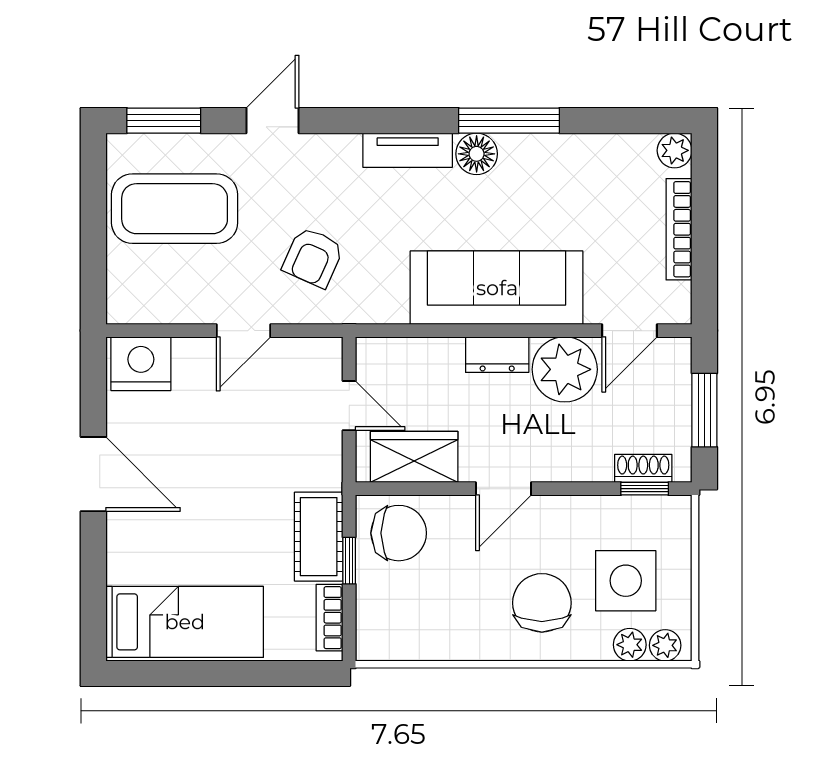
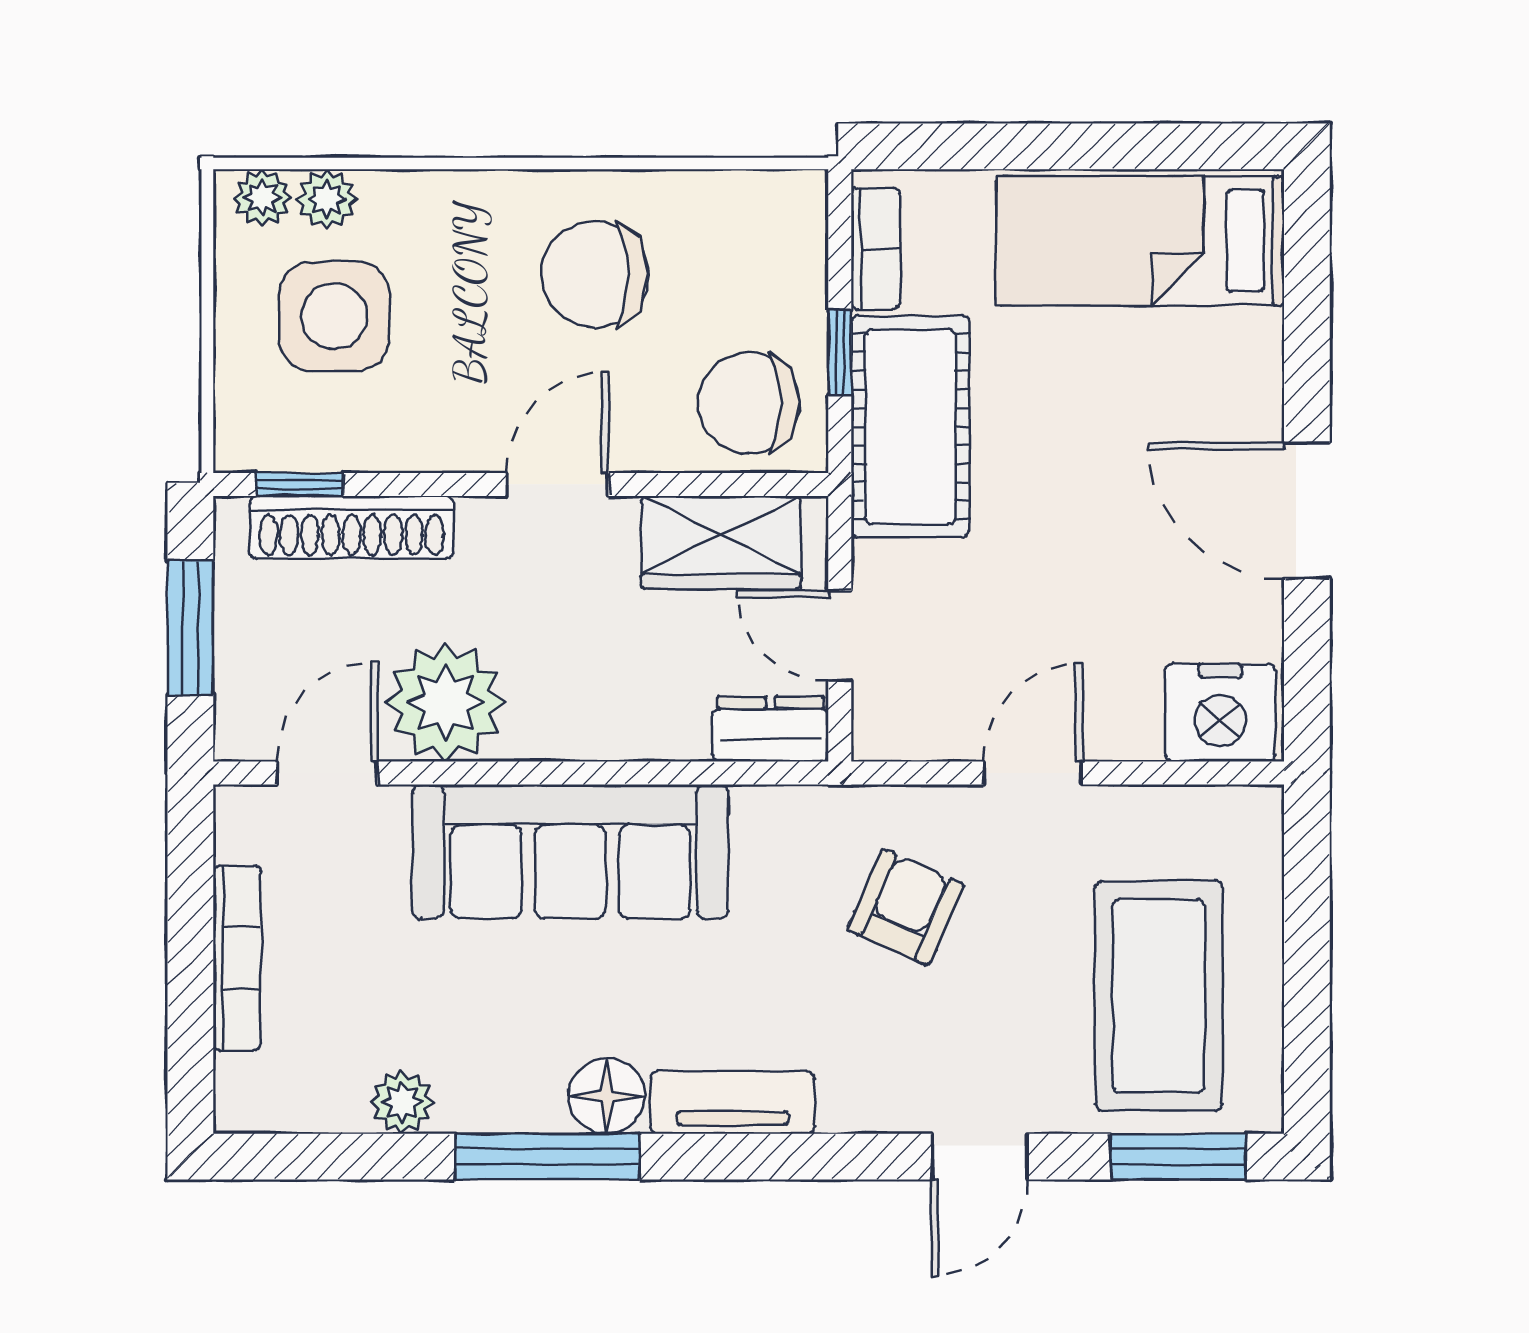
plant: (675, 150) -> (402, 1102), moved
coffee table: (175, 209) -> (1159, 996), turned 90
dresser: (497, 355) -> (771, 729), moved
shoe rack: (643, 468) -> (352, 527), width x1.94, depth x1.24
cot: (319, 537) -> (910, 427), width x1.37, depth x1.34
chair: (542, 603) -> (595, 274), moved, turned 90

